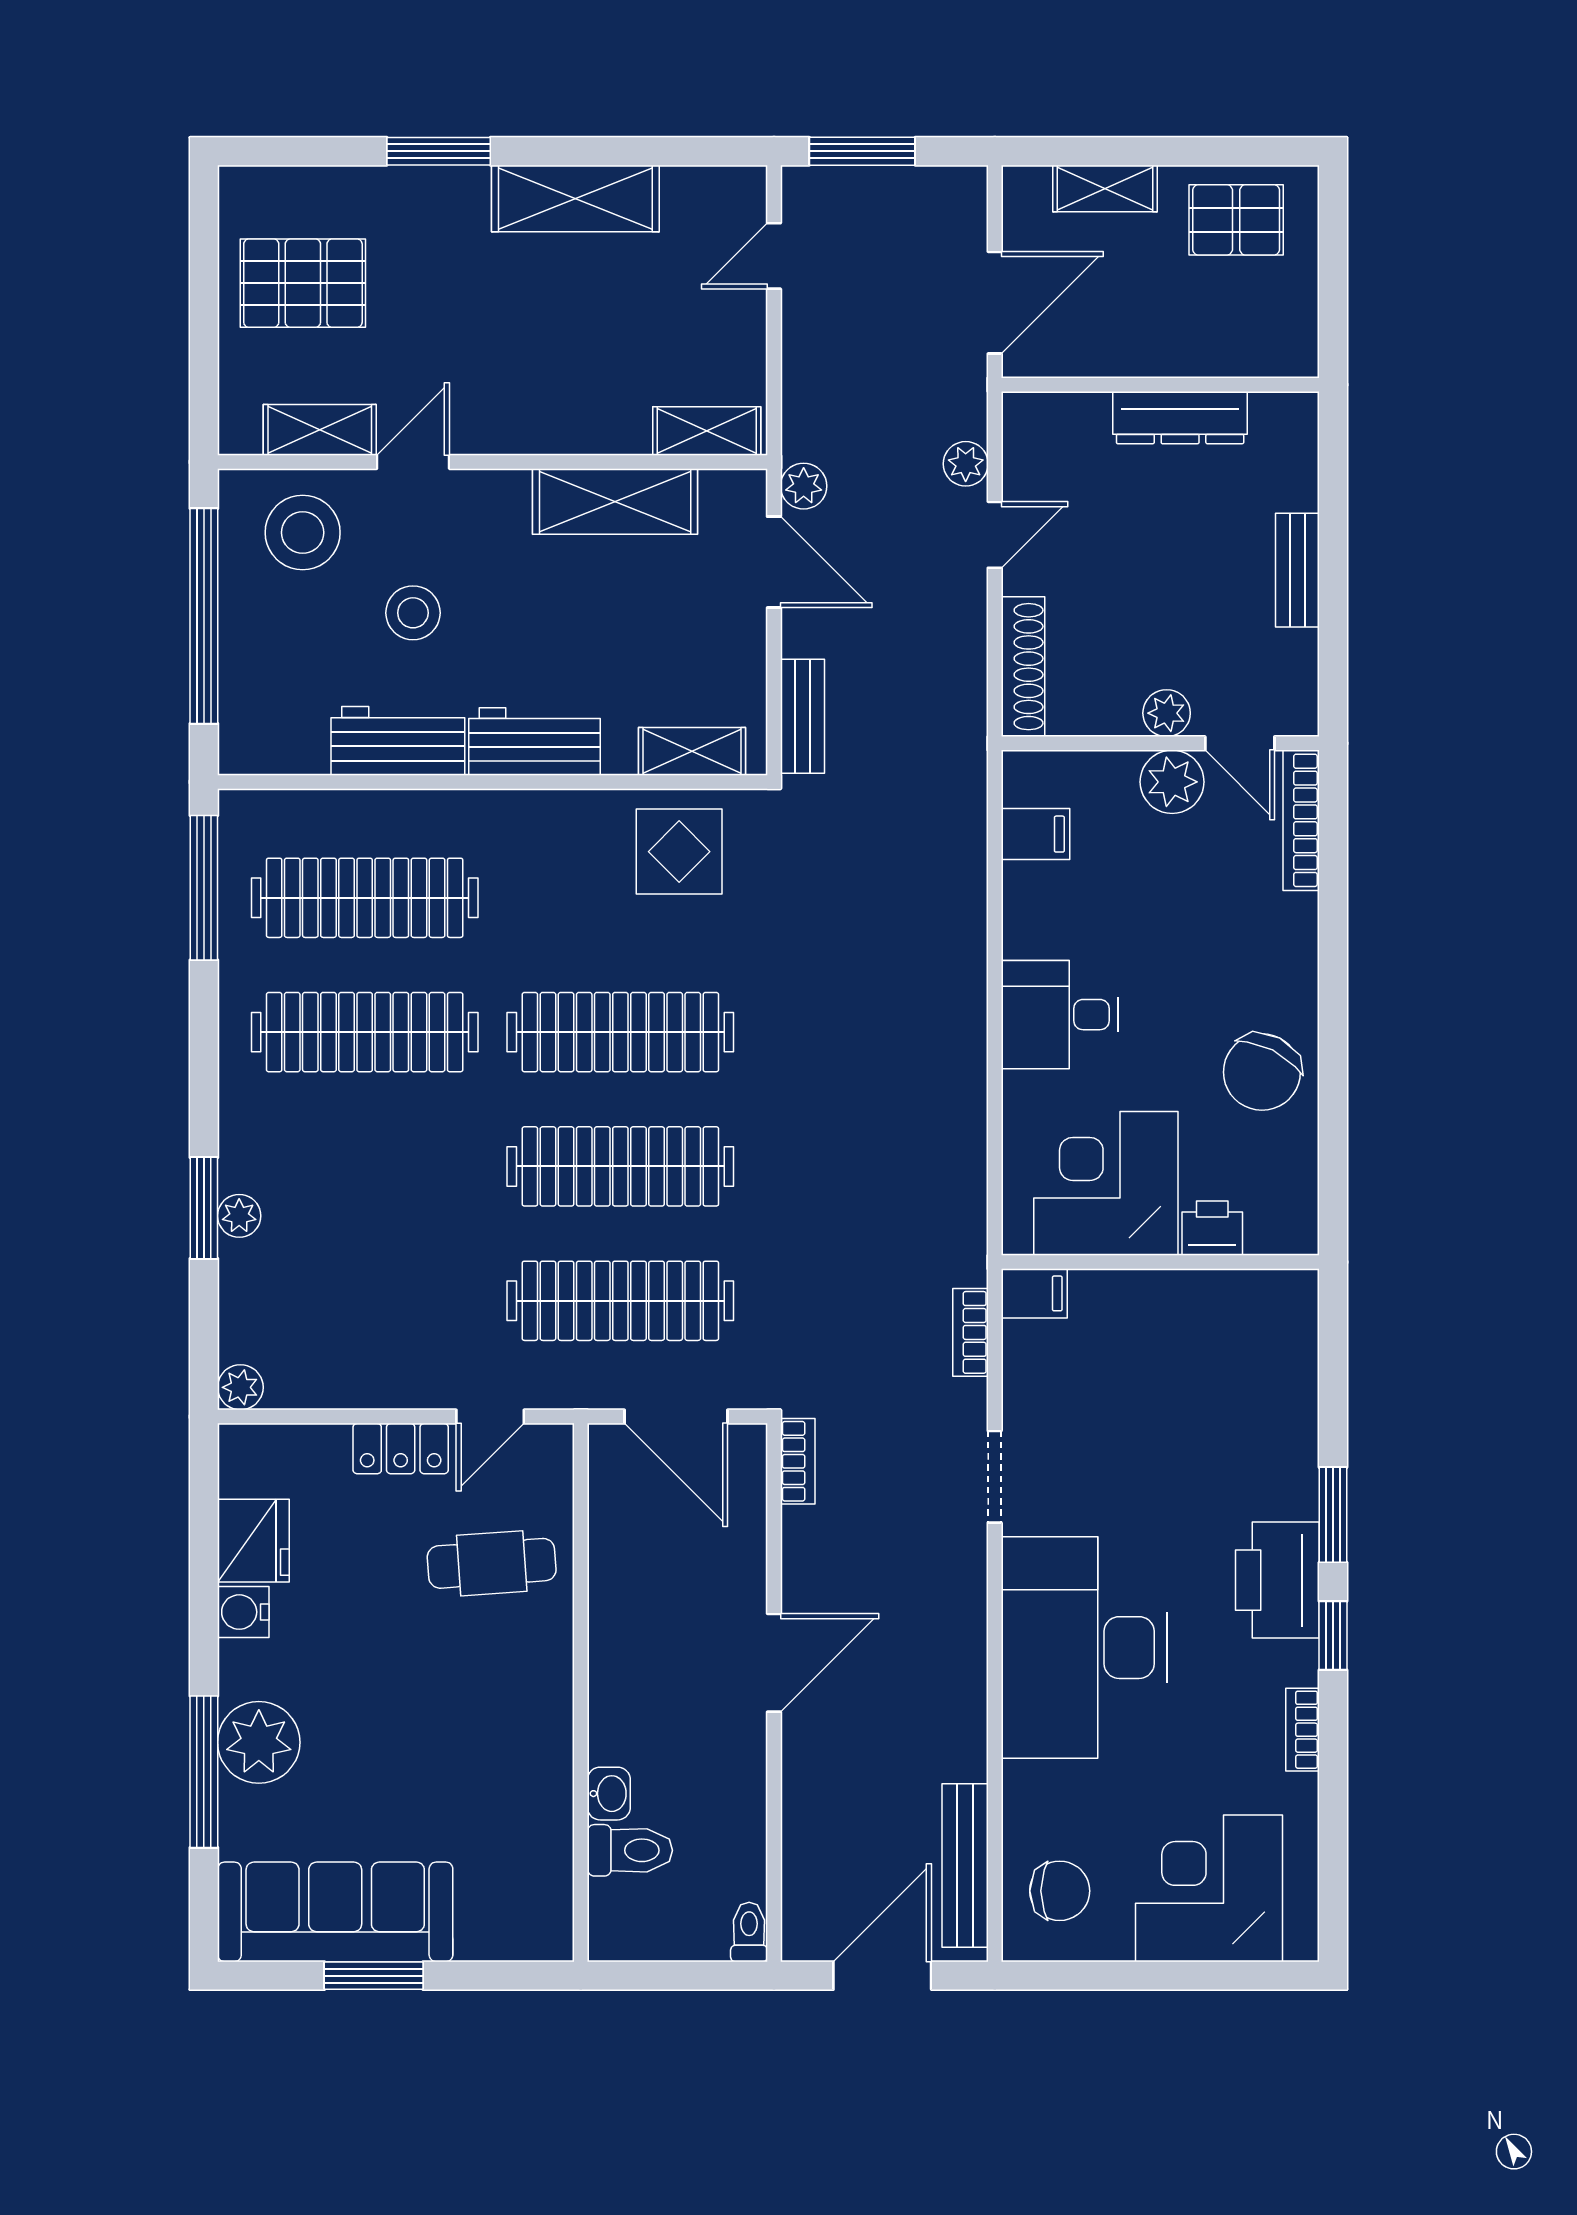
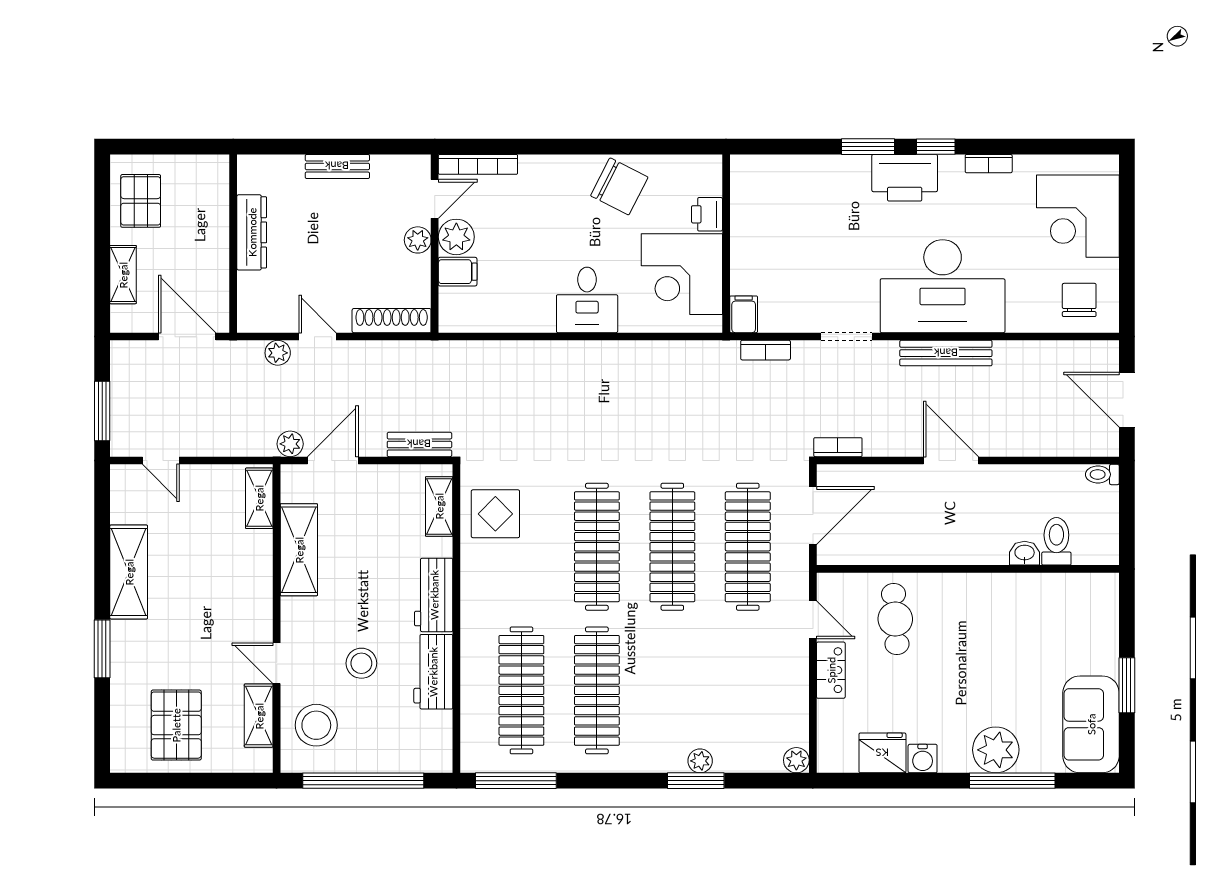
filing cabinet: (1035, 834) -> (458, 272), moved, turned 90
bench: (965, 1865) -> (946, 353), moved
sofa: (335, 1912) -> (1091, 724), width x0.73

